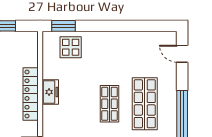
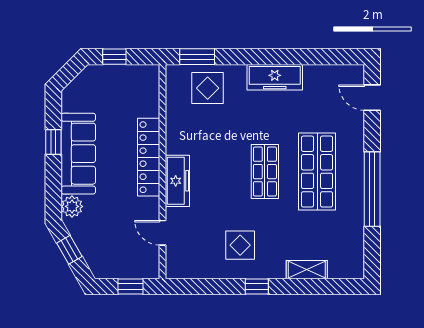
freezer: (116, 40) -> (275, 77), added
freezer: (50, 92) -> (177, 181), moved, width x1.40

